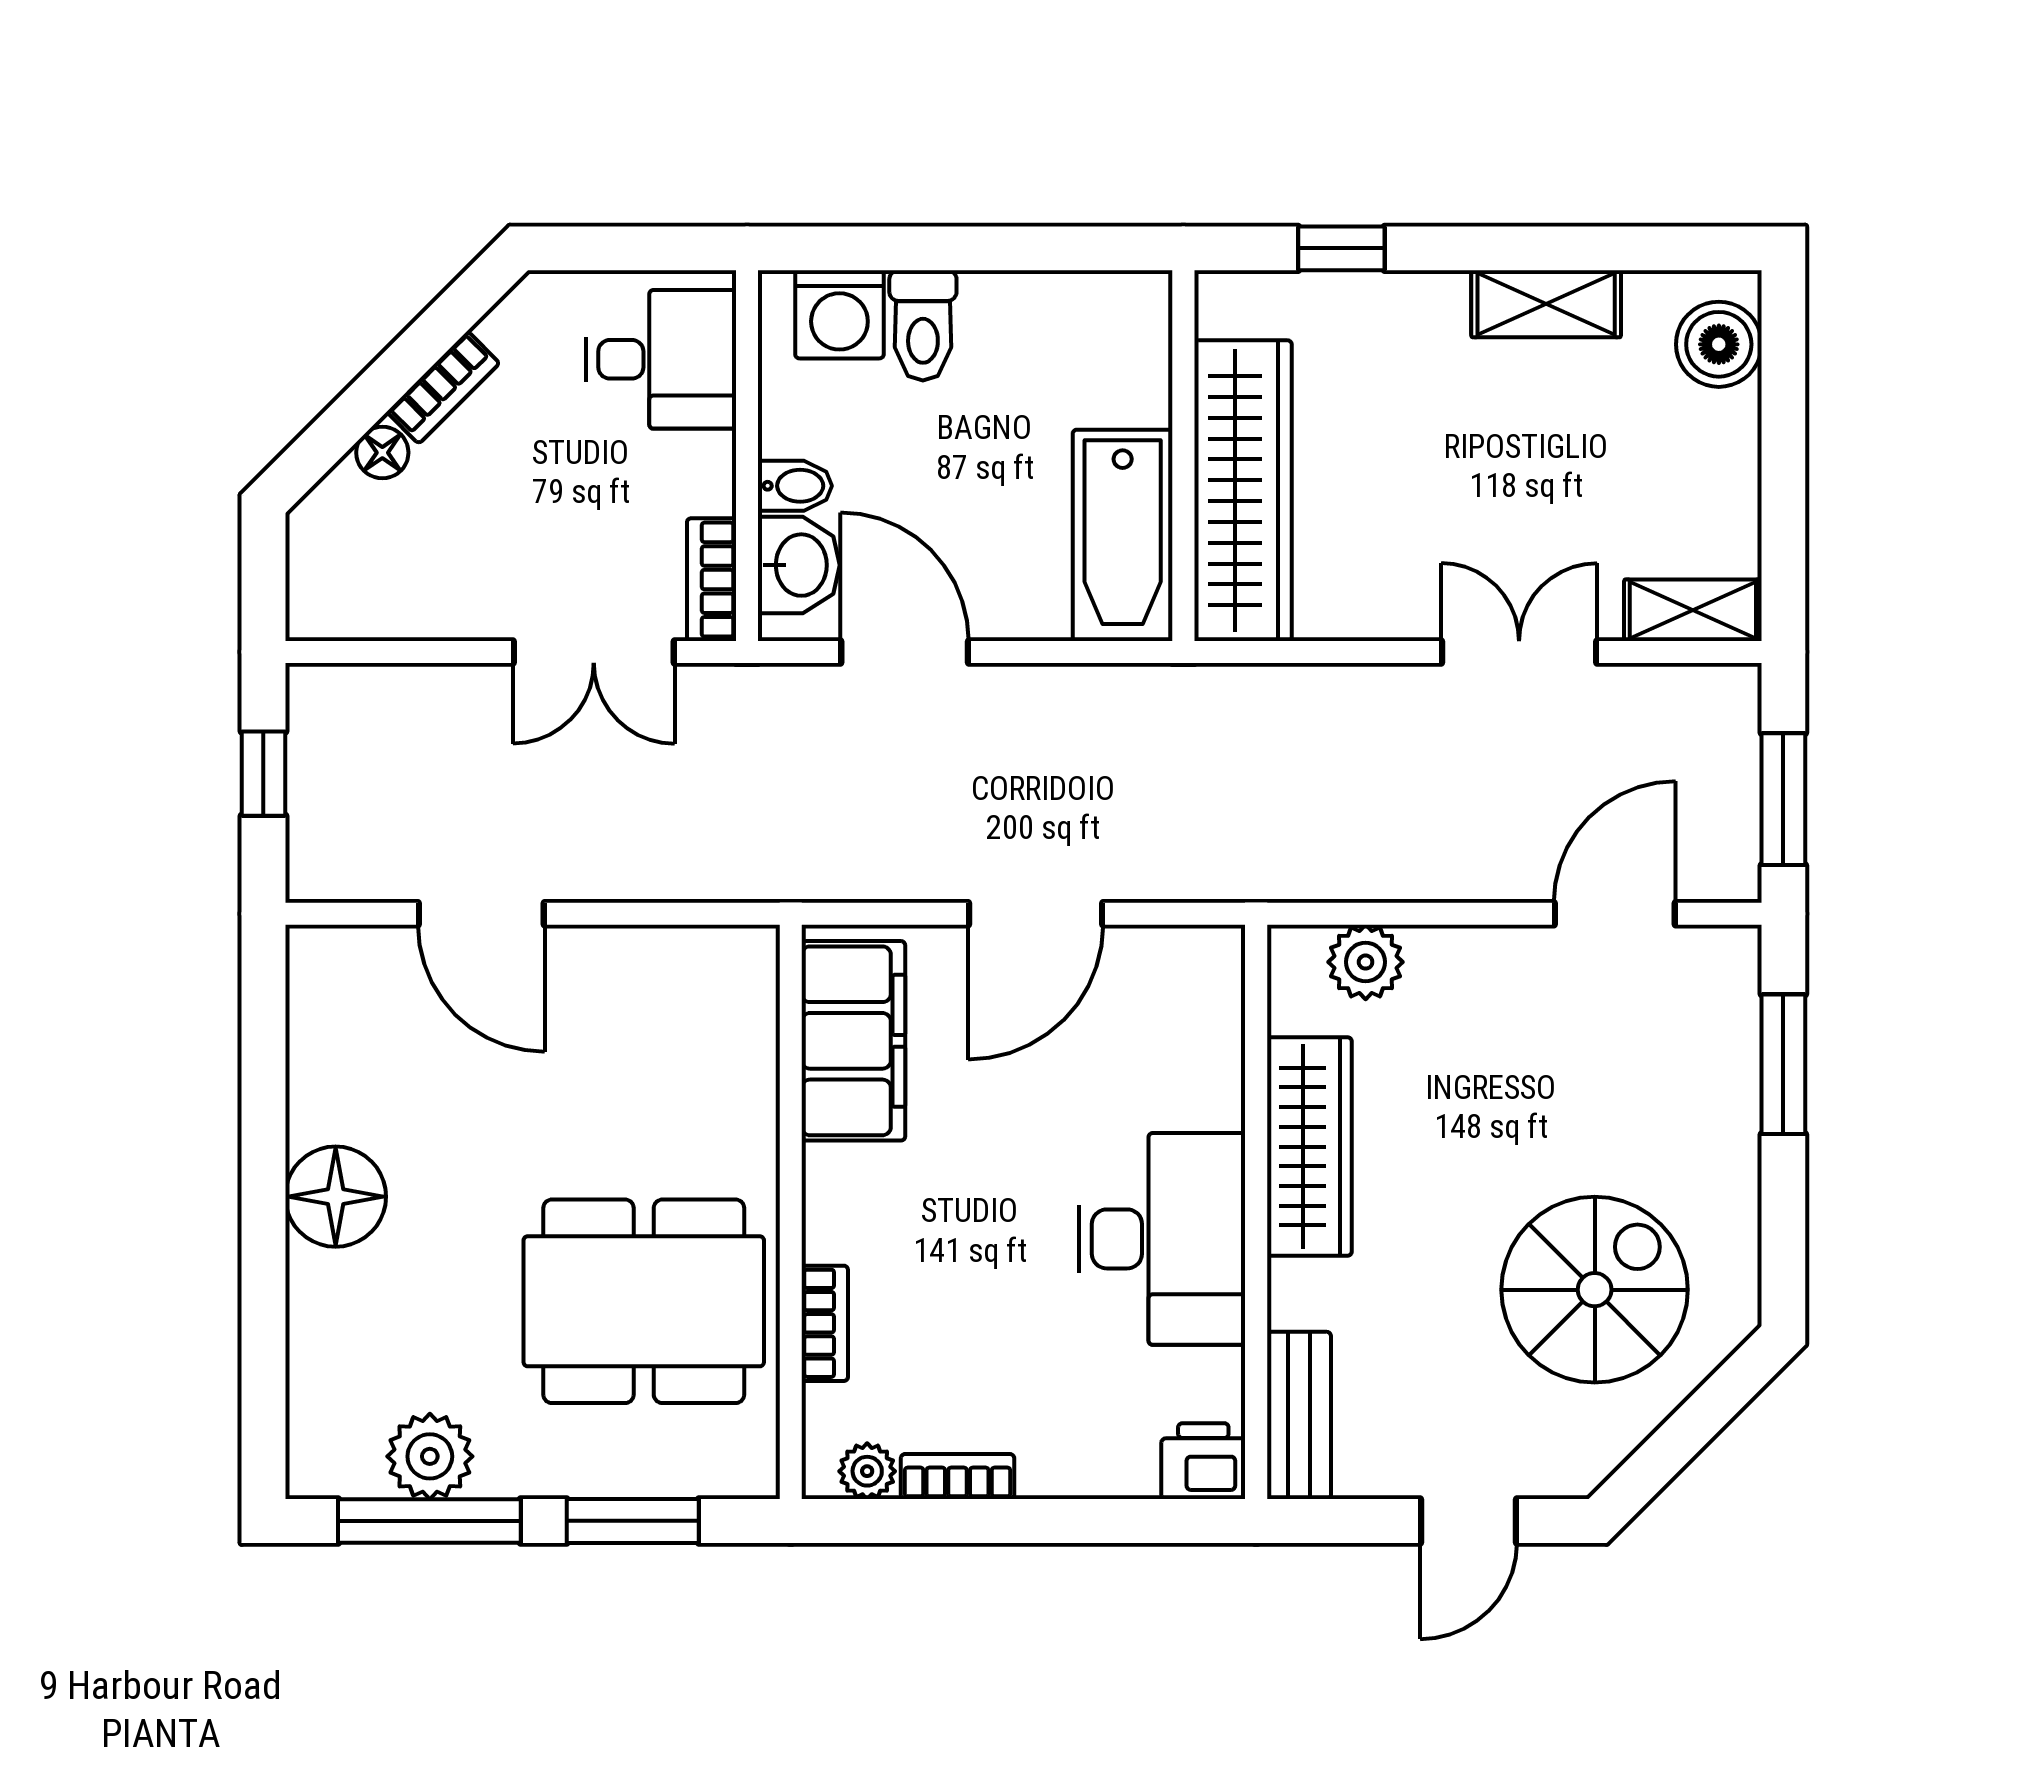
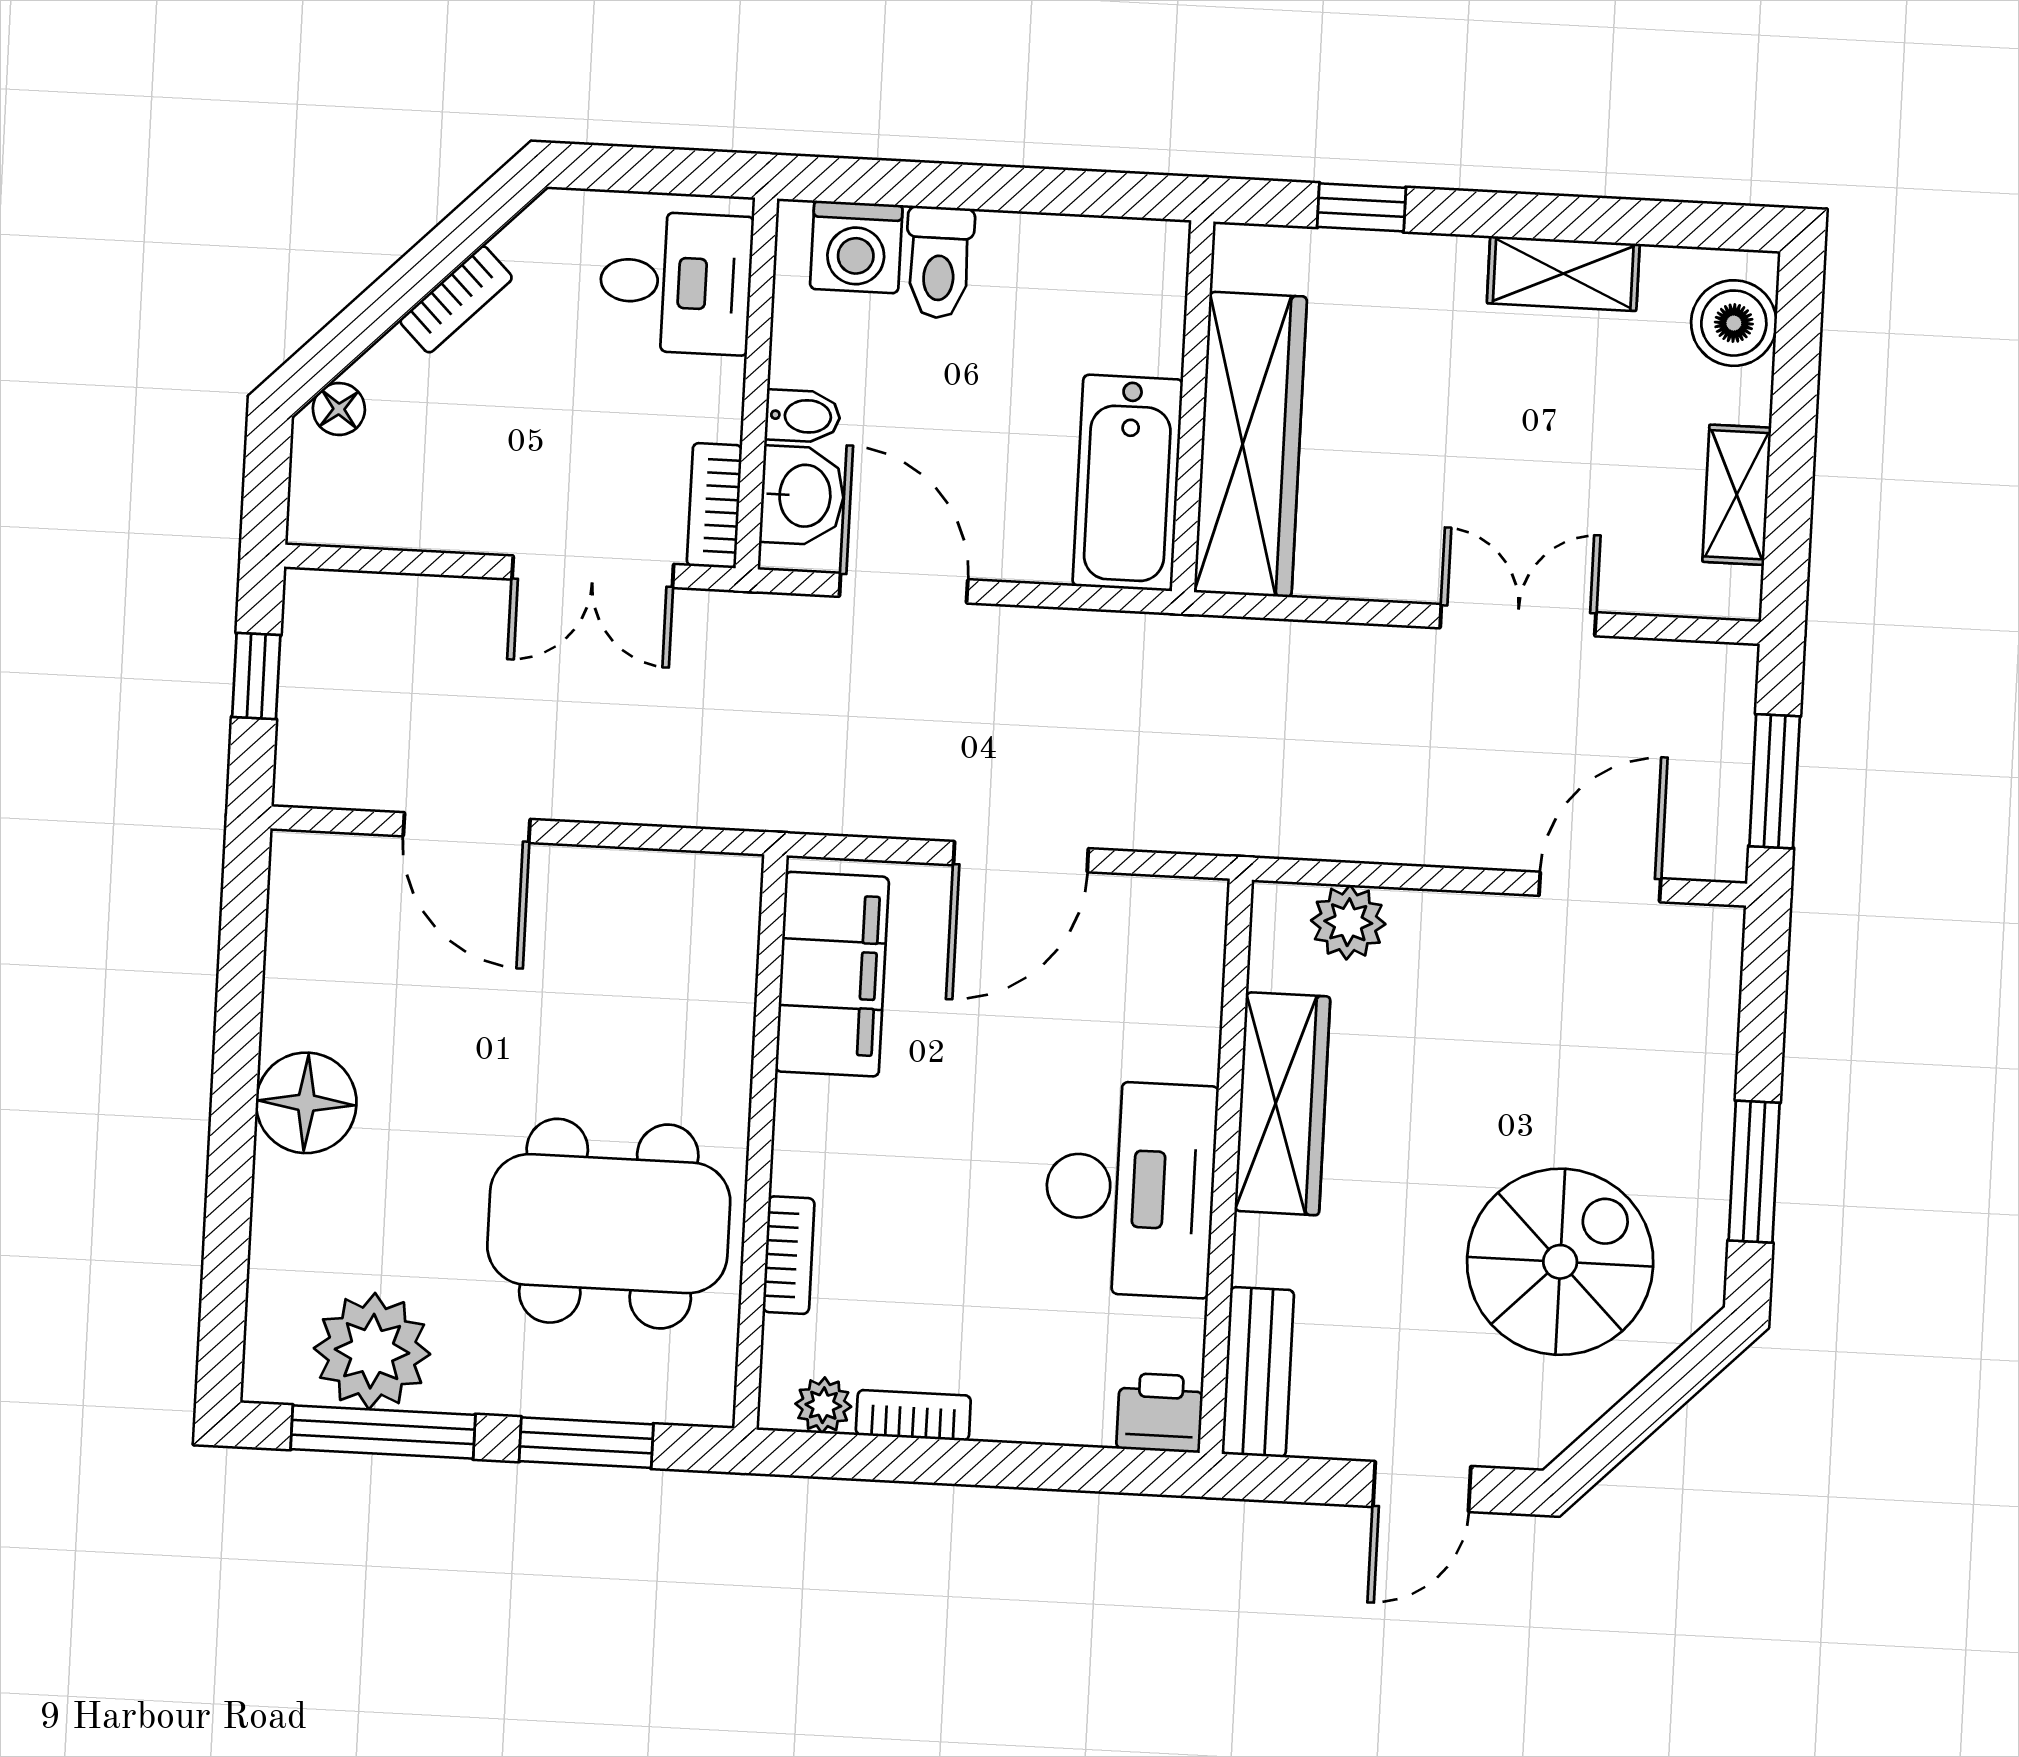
floor lamp: (382, 453) -> (339, 409), moved
shelving: (1693, 610) -> (1737, 495), moved, turned 90
window: (1783, 1064) -> (1754, 1172), moved
plant: (430, 1456) -> (372, 1351), width x1.36, depth x1.36

